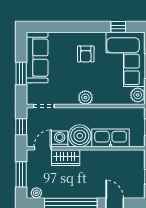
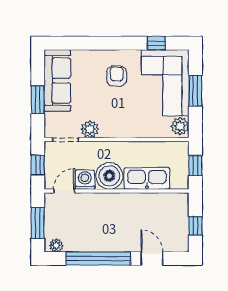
armchair: (86, 54) -> (117, 76), turned 180
plant: (85, 98) -> (90, 129), moved
wardrobe: (66, 158) -> (92, 202), removed

